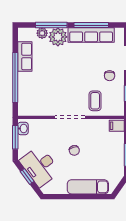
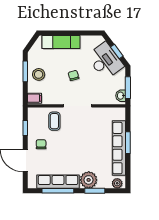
window: (51, 25) -> (95, 191), width x0.69
plant: (42, 33) -> (117, 183), moved
row of seats: (25, 56) -> (119, 148), width x2.02
window: (15, 77) -> (128, 143), width x0.47
stool: (112, 152) -> (39, 74), added

